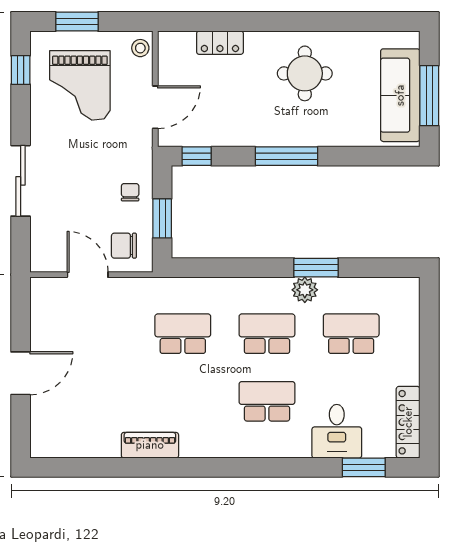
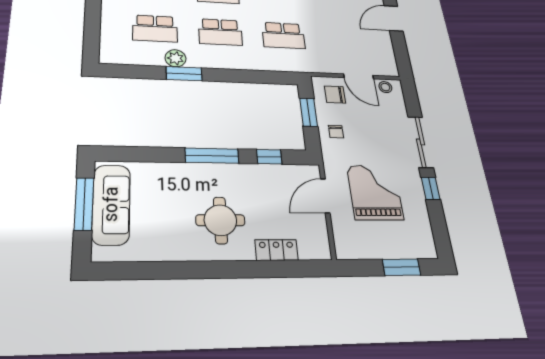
stool: (140, 48) -> (385, 87), moved
window: (21, 70) -> (431, 188), moved
round table: (305, 73) -> (220, 220), moved
grand piano: (80, 85) -> (375, 192), moved
window: (197, 156) -> (269, 157), moved
chair: (124, 246) -> (335, 95), turned 180
plant: (305, 290) -> (176, 58), moved

